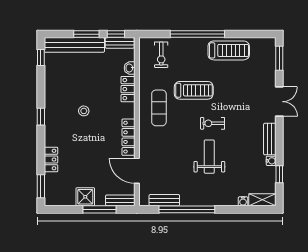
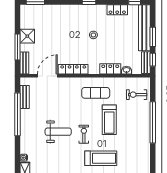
treadmill: (229, 50) -> (101, 158), moved, turned -90
locker: (51, 160) -> (117, 10), moved

